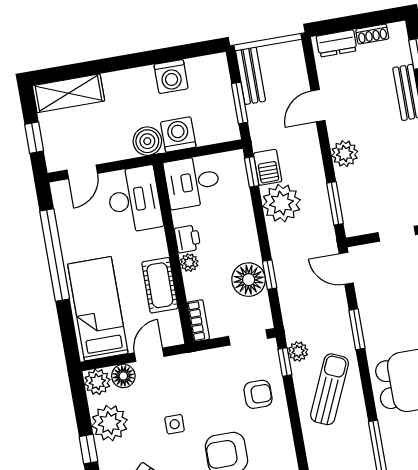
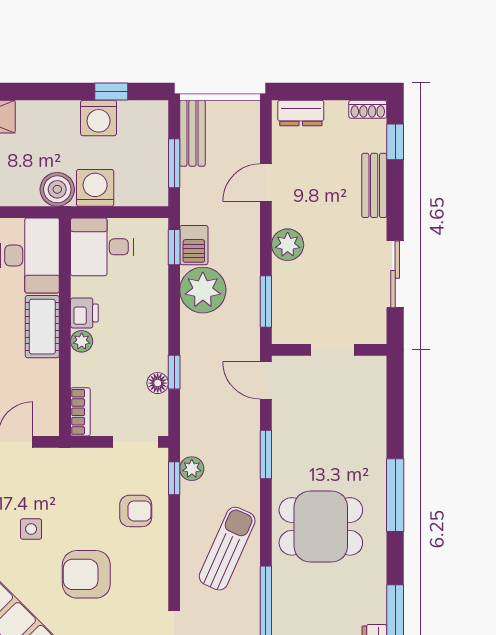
shoe rack: (372, 34) -> (368, 109), moved
window: (178, 53) -> (111, 92), added
floor lamp: (249, 280) -> (158, 383), width x0.53, depth x0.53
cot: (160, 285) -> (42, 327), moved
sun lounger: (329, 389) -> (227, 549), moved

